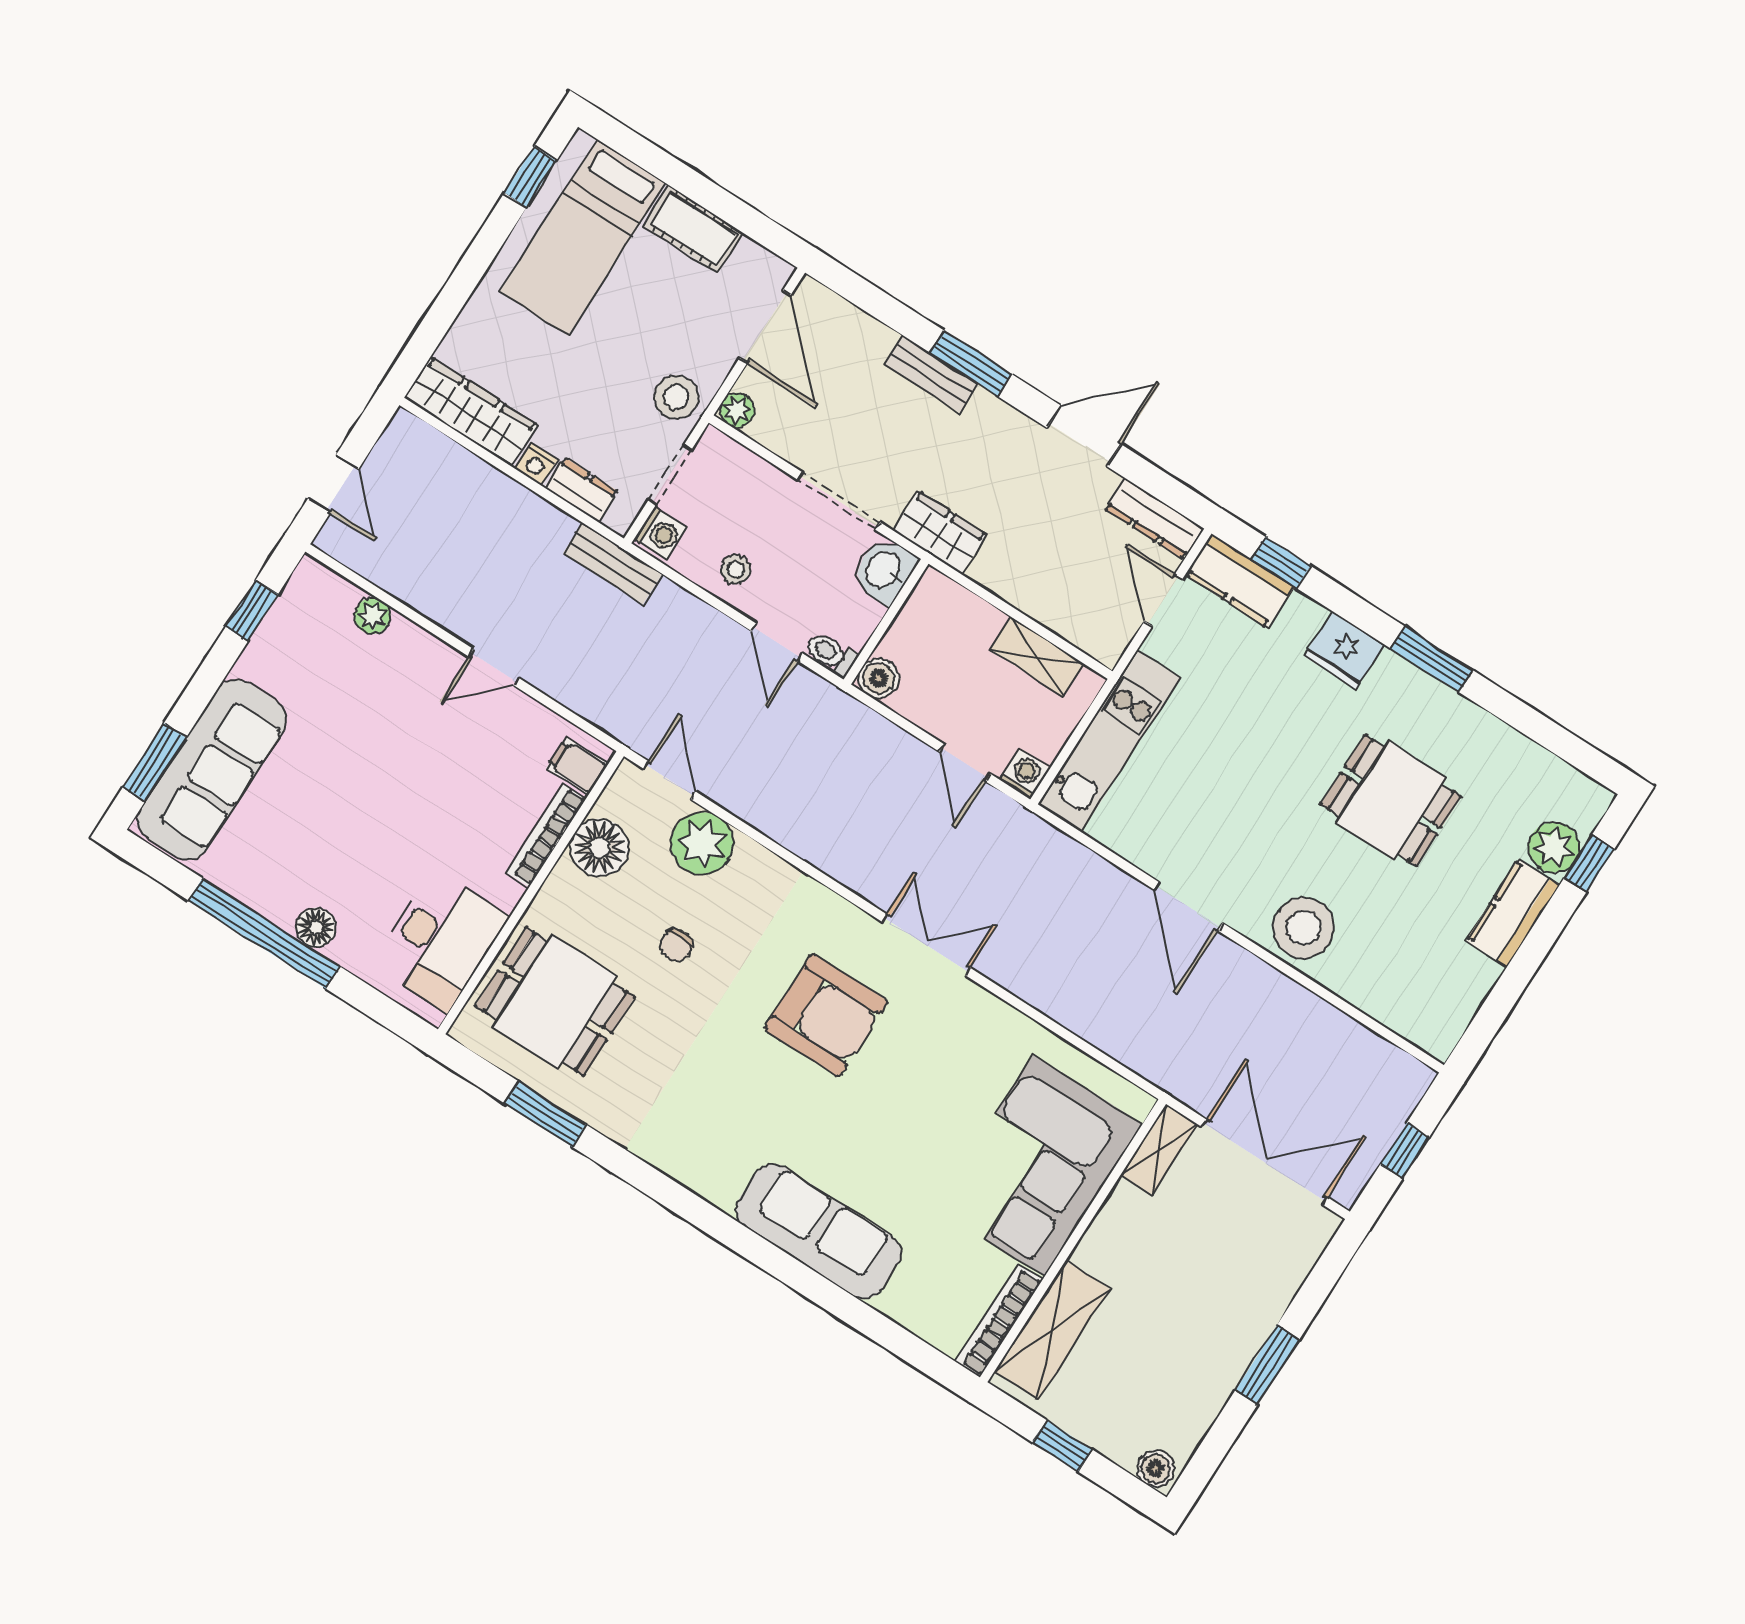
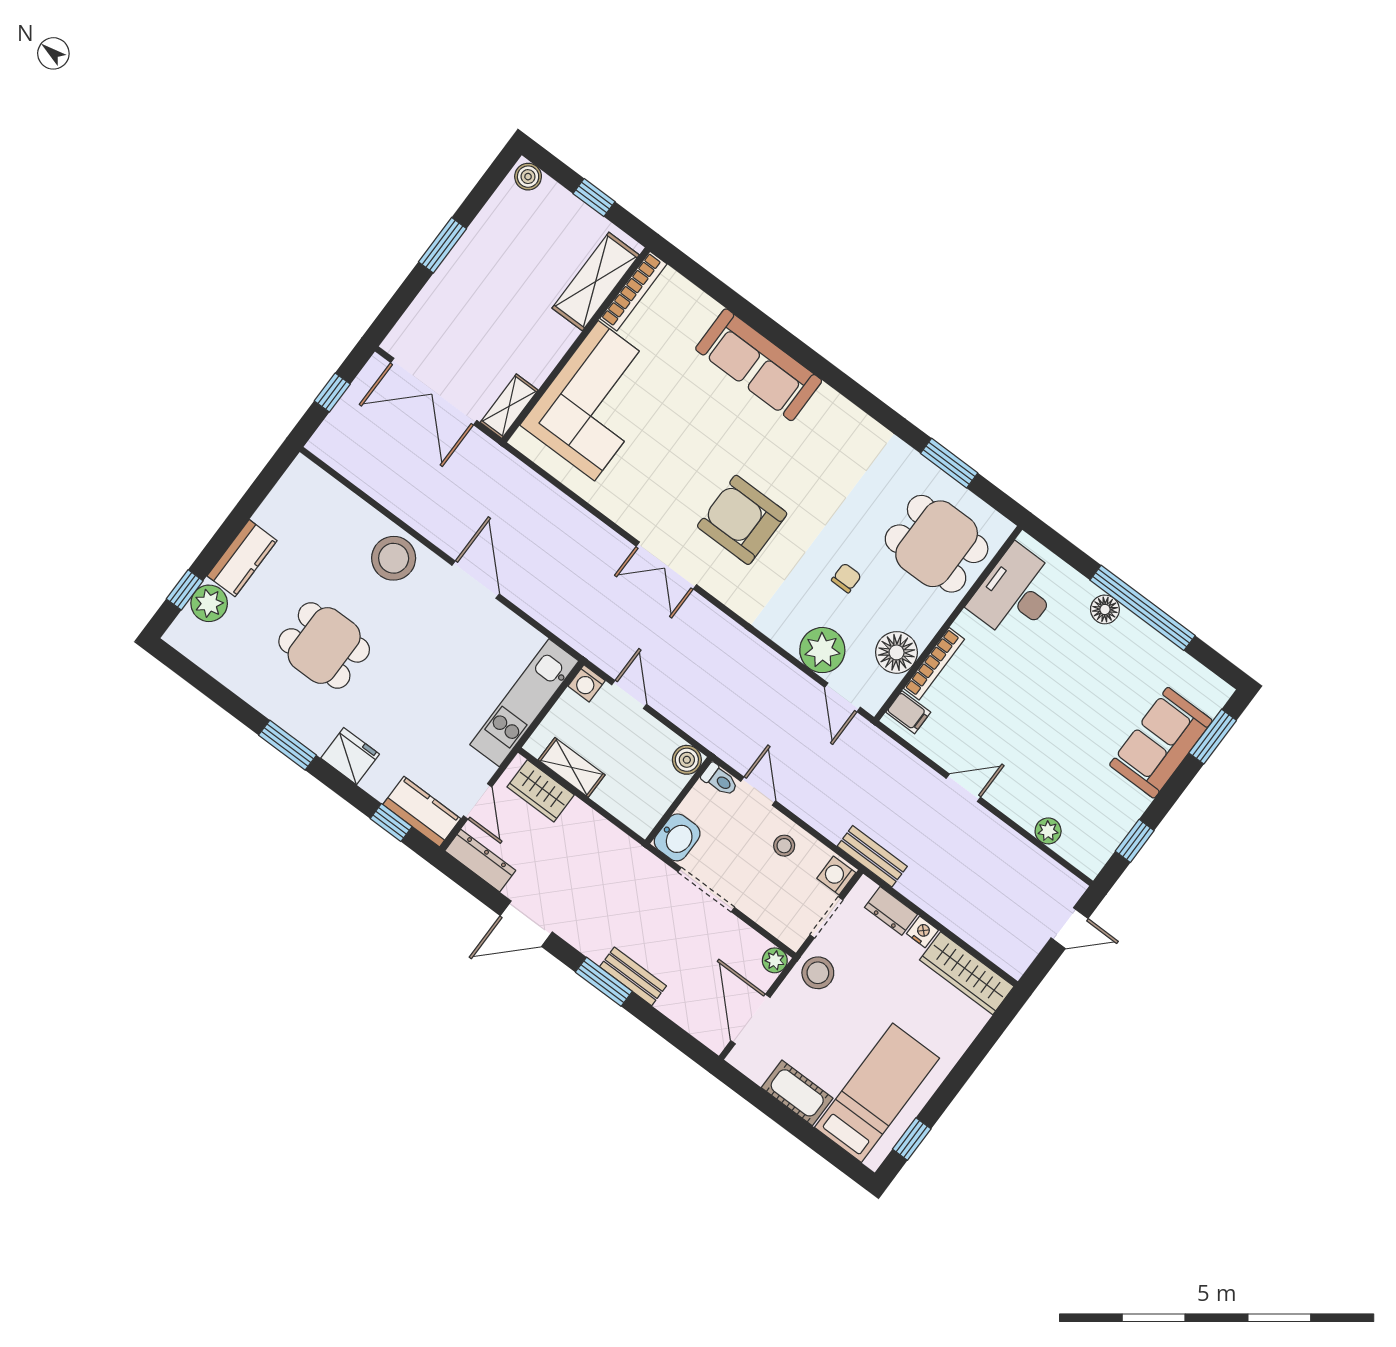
door: (333, 484) -> (1069, 928), swing flipped
wardrobe: (940, 533) -> (541, 791), moved
sofa: (212, 770) -> (1161, 743), width x0.73

